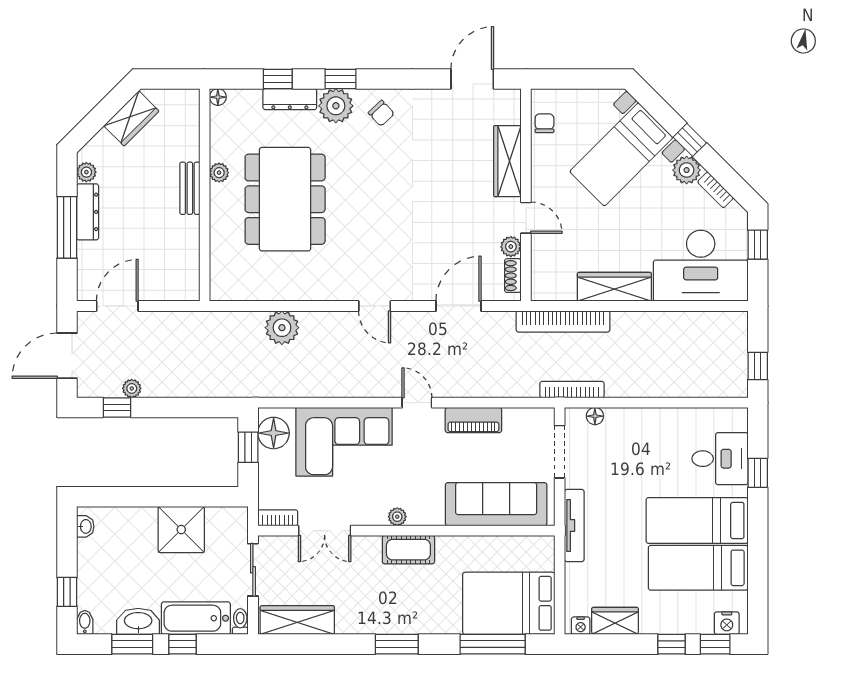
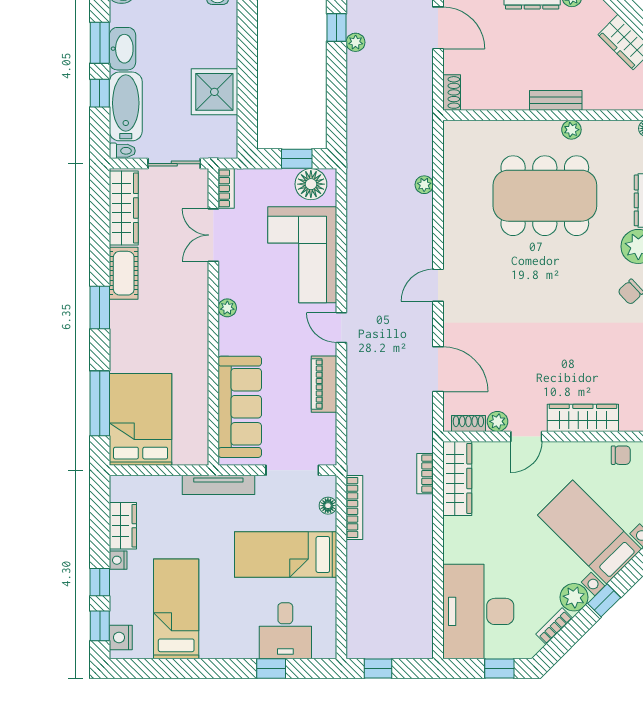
wardrobe: (614, 287) -> (457, 478), moved
shoe rack: (182, 292) -> (452, 92), added
bookcase: (563, 321) -> (425, 474), width x0.43, depth x0.76
plant: (282, 328) -> (424, 185), width x0.53, depth x0.53
bookcase: (572, 390) -> (354, 508), moved
door: (417, 403) -> (341, 328), swing flipped
bed: (697, 520) -> (286, 554), moved, turned -90
cot: (408, 550) -> (124, 273), moved
nightstand: (581, 626) -> (118, 560), moved

